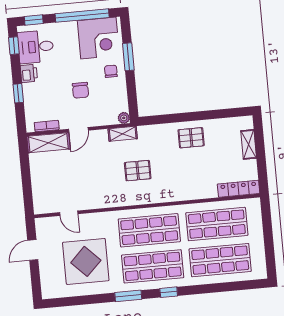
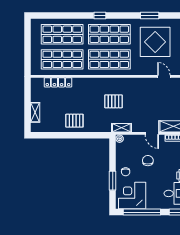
door: (78, 130) -> (152, 133), swing flipped
locker: (239, 189) -> (58, 82), moved
window: (128, 296) -> (150, 15), moved

